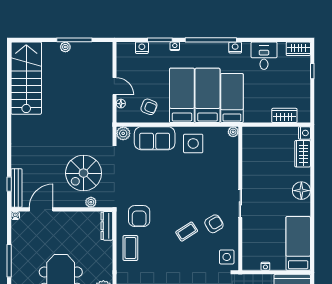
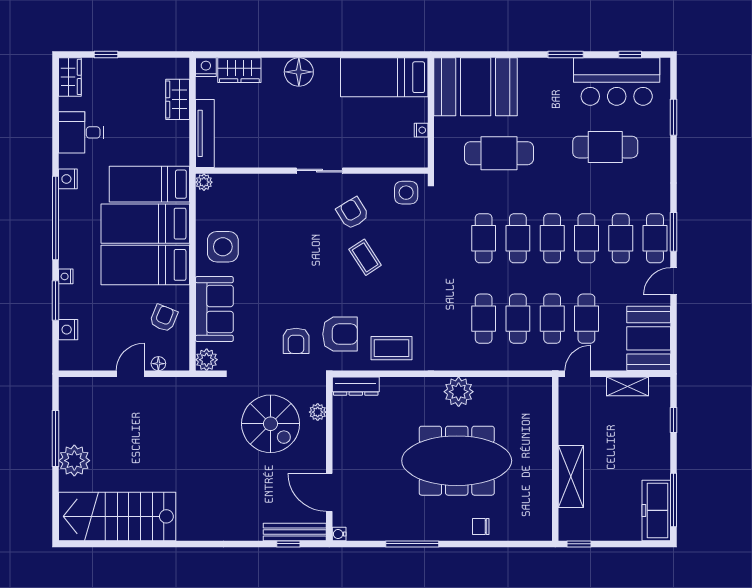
plant: (65, 47) -> (74, 461), width x1.87, depth x1.87
tv unit: (263, 132) -> (205, 133), added
armchair: (135, 189) -> (296, 341), added

